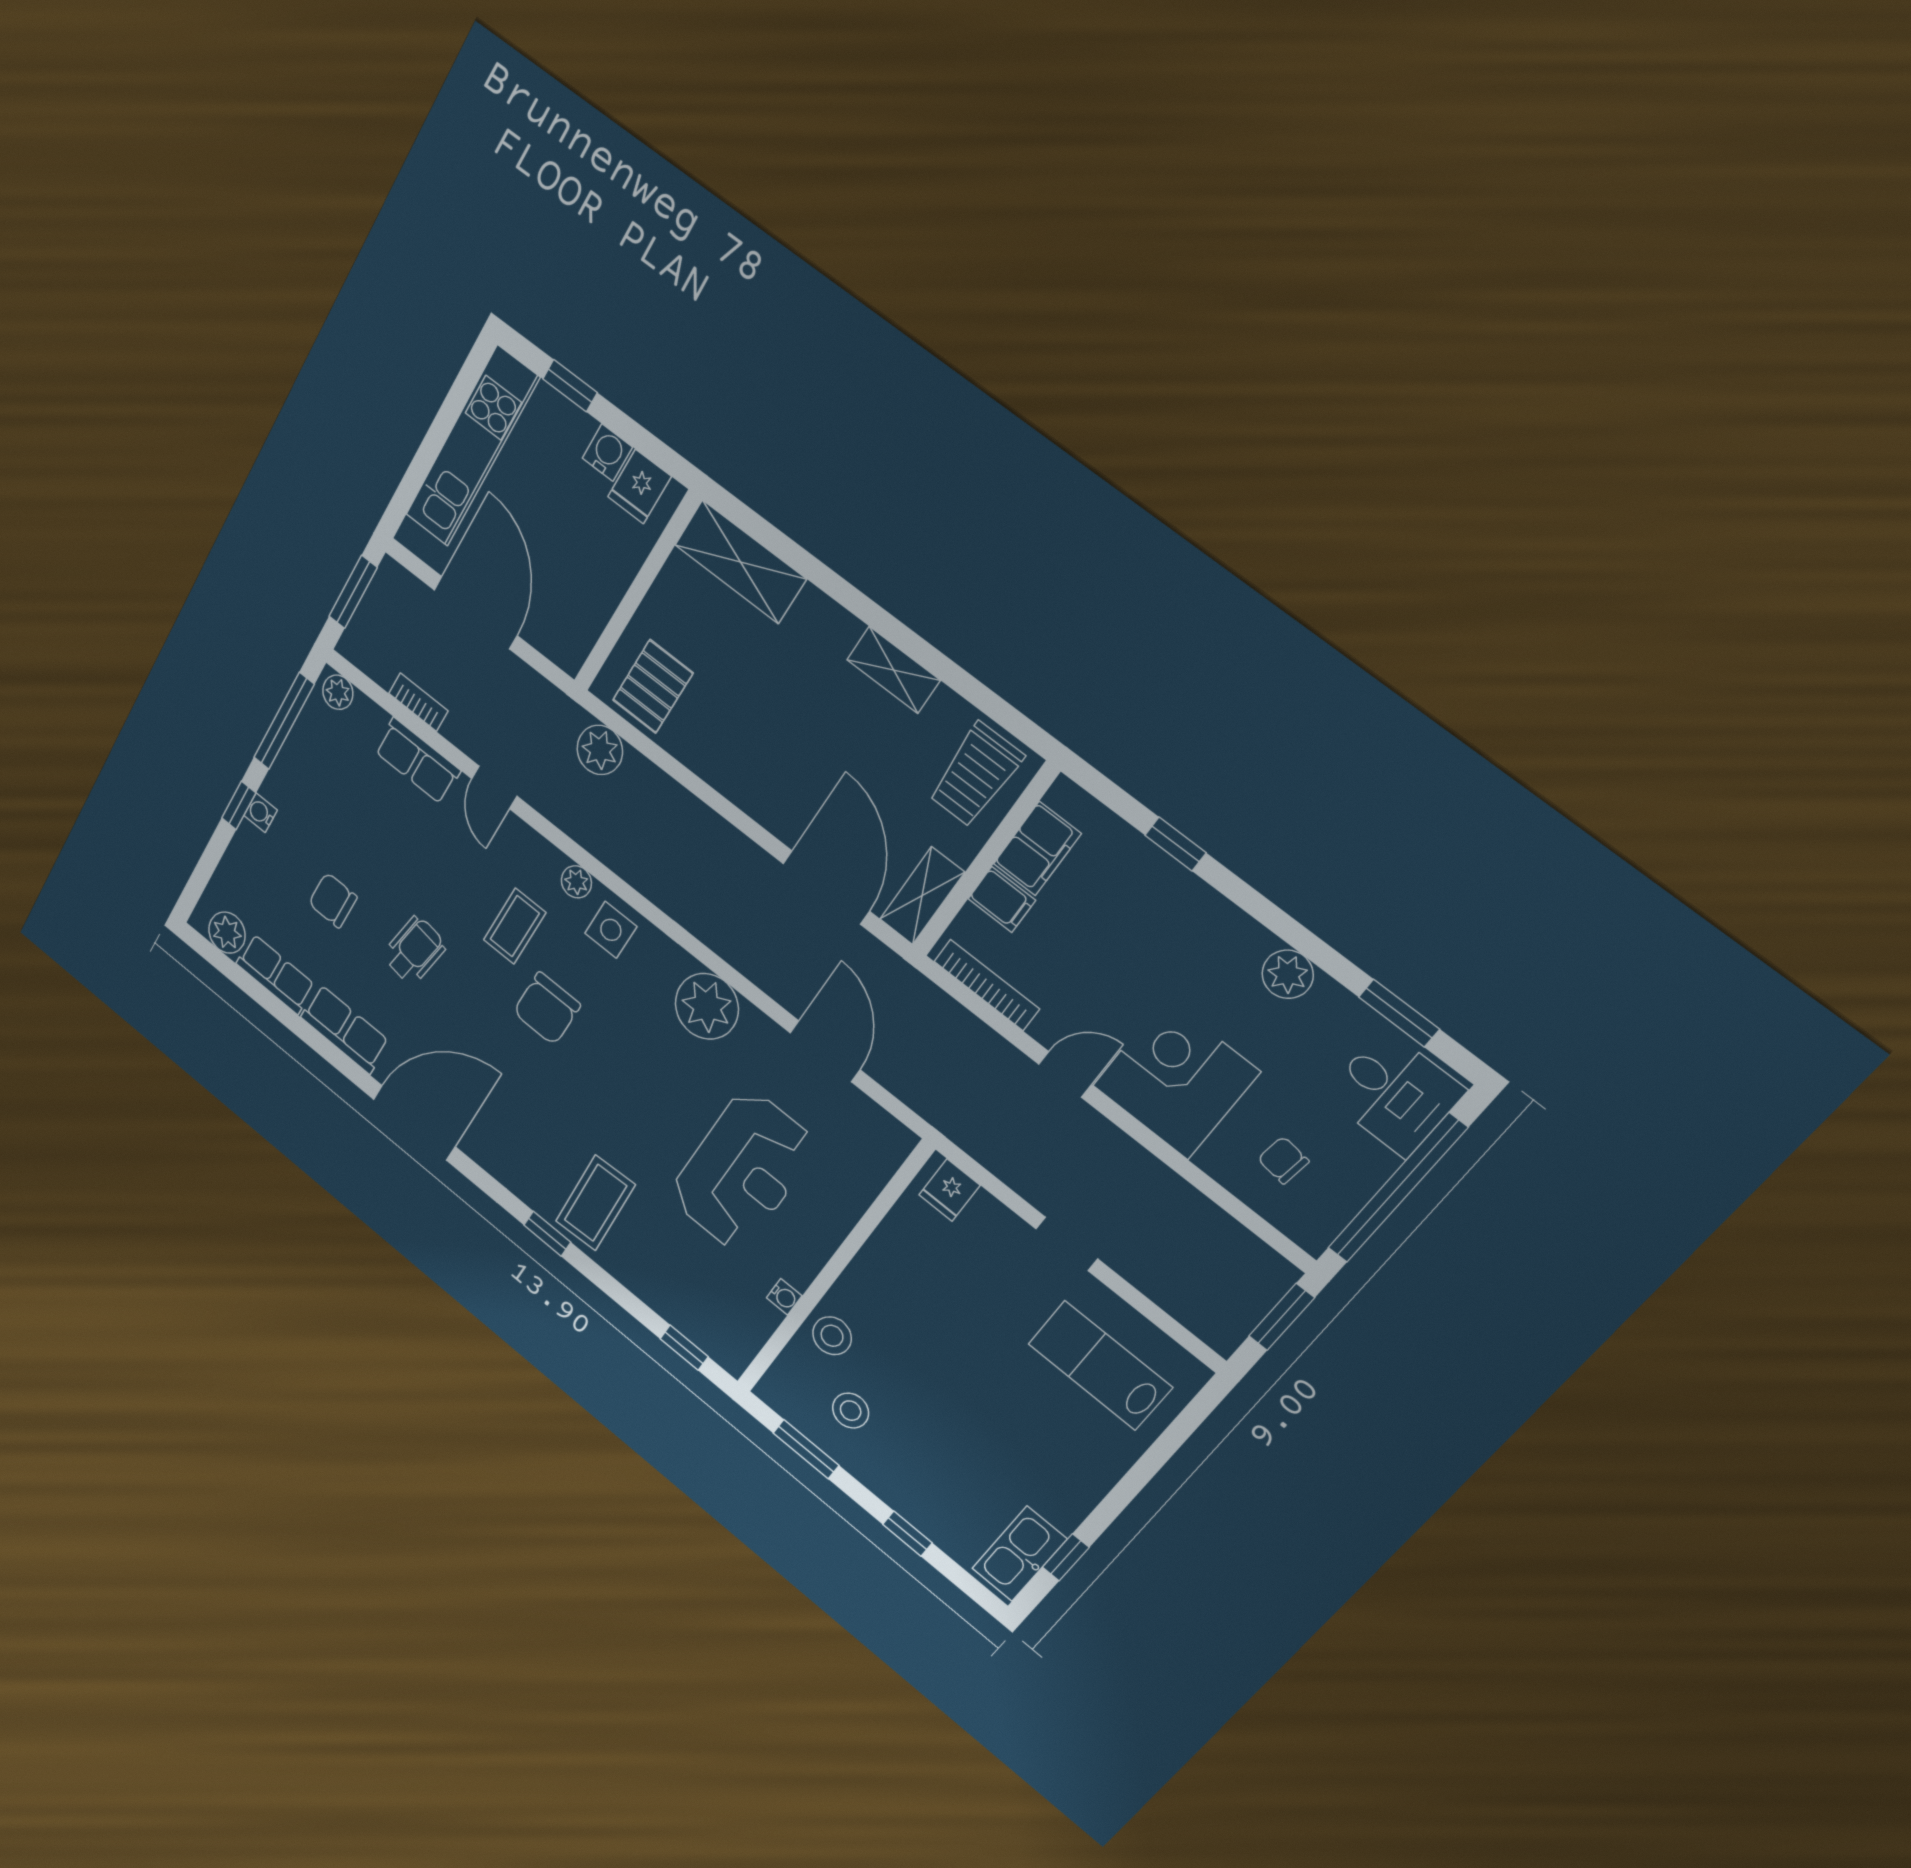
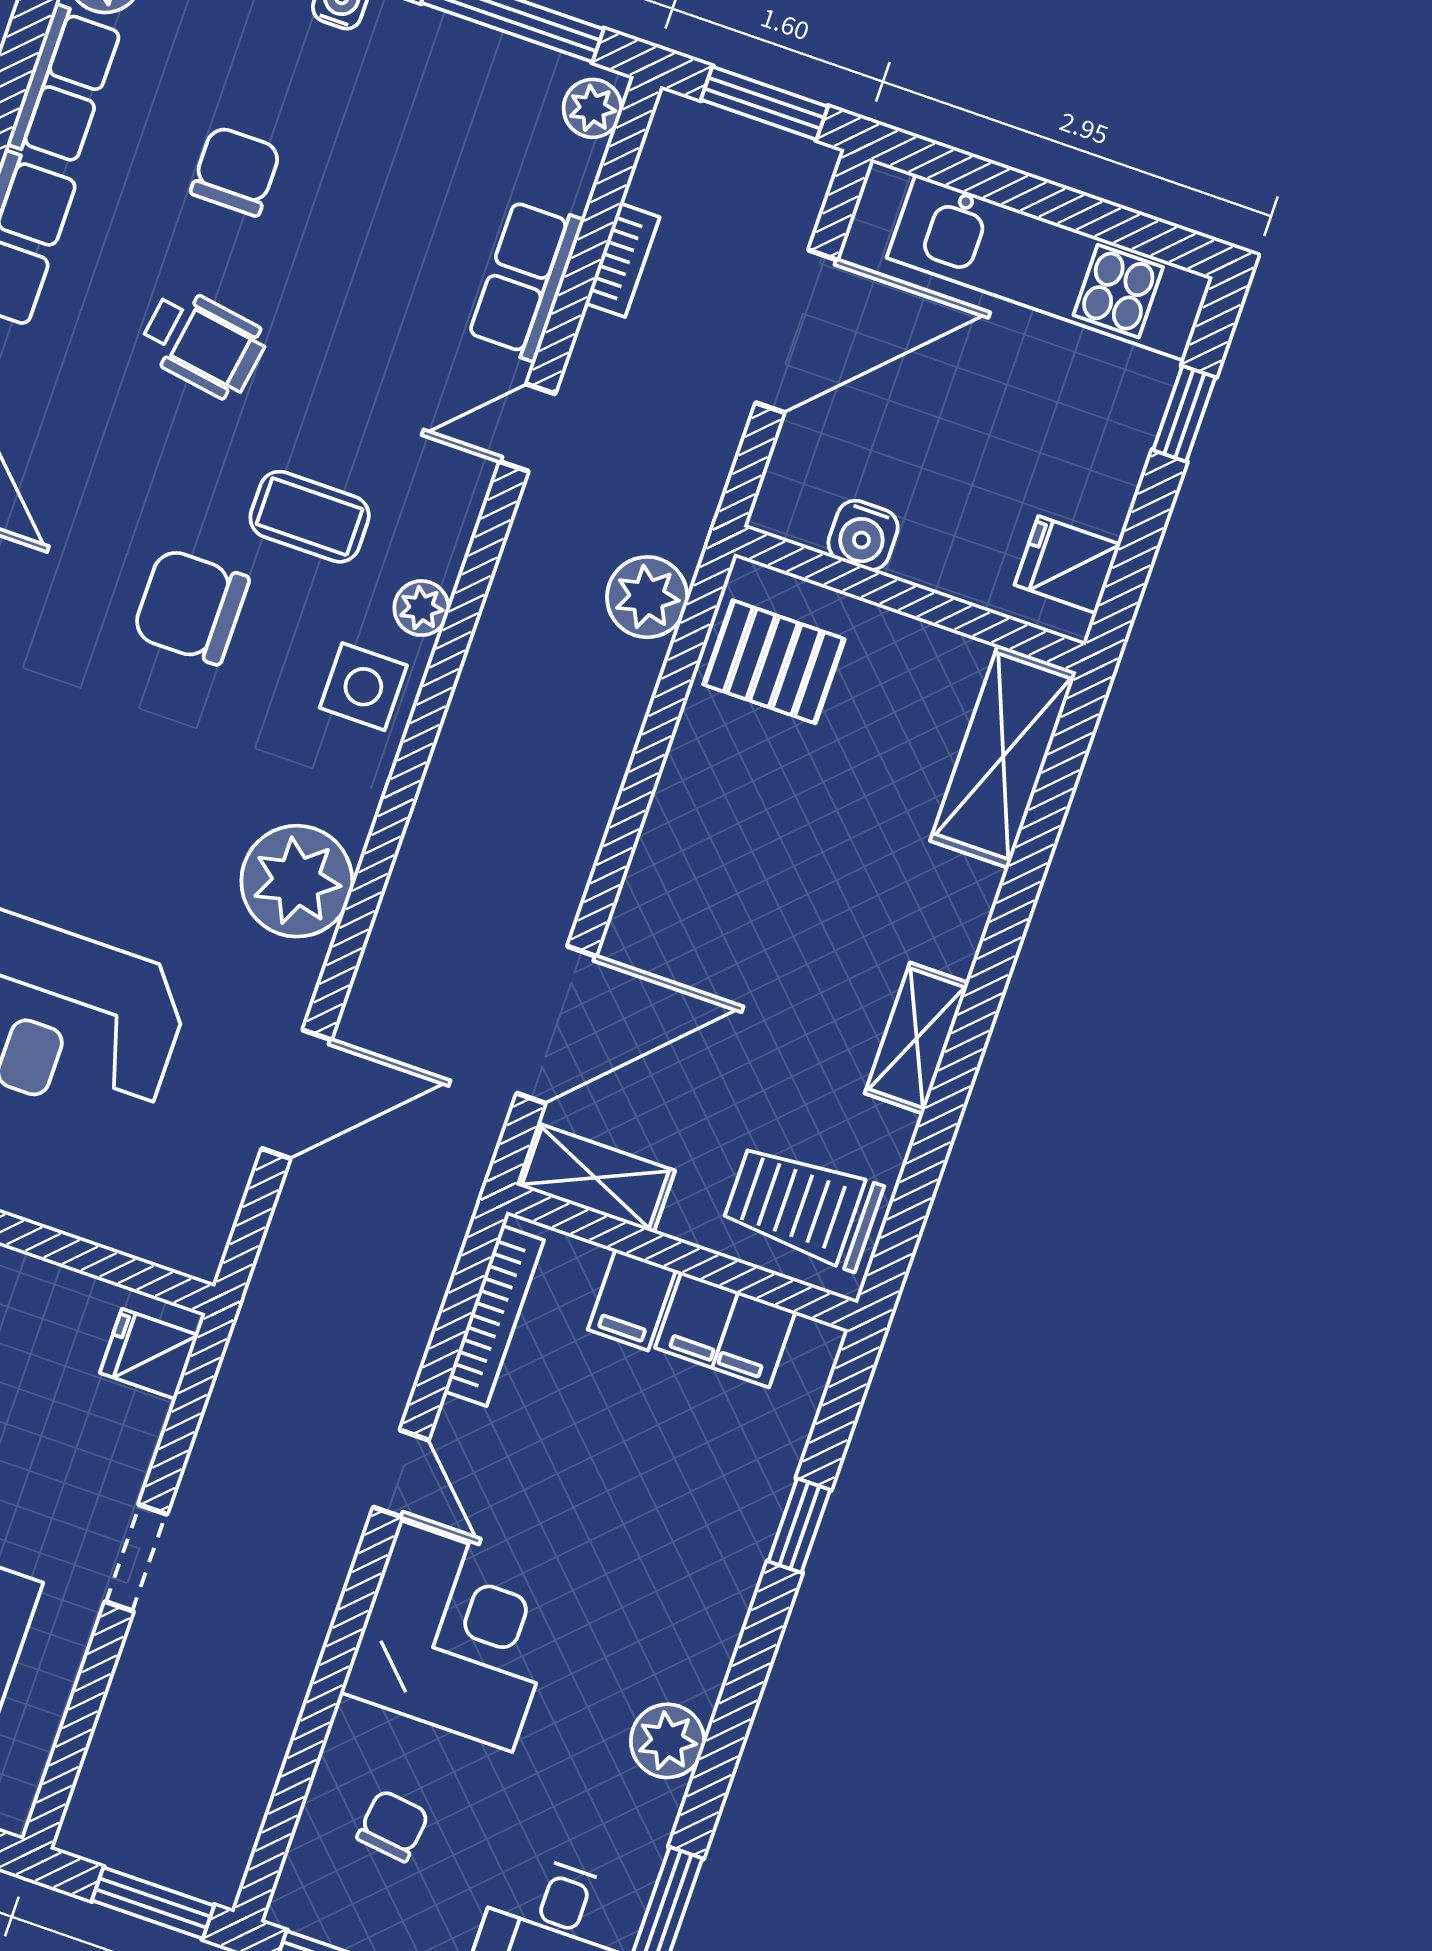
water cooler: (607, 453) -> (863, 535), moved, turned 90

